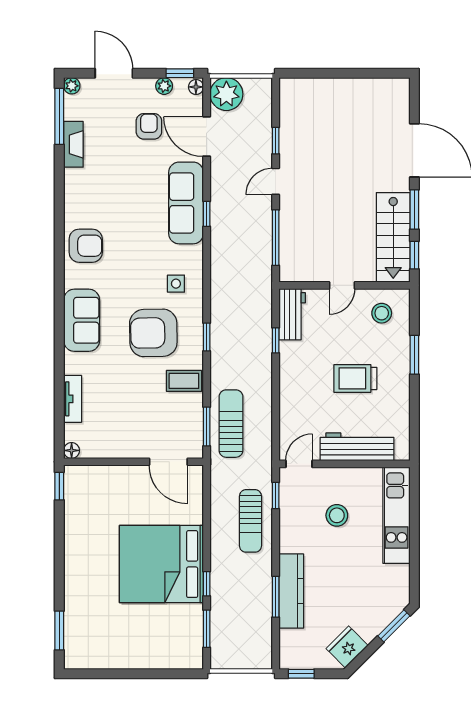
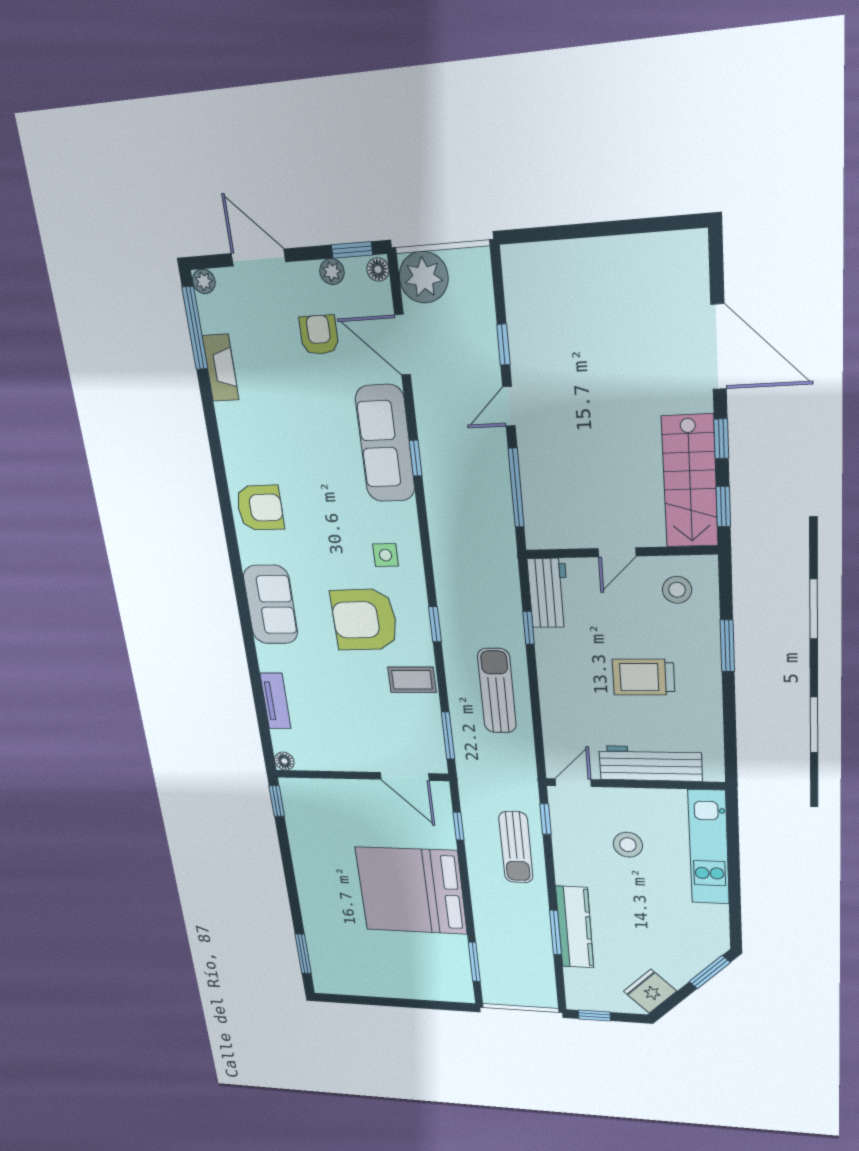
window: (414, 209) -> (721, 439), width x0.67
sun lounger: (231, 424) -> (497, 691), moved
window: (207, 584) -> (459, 826), moved

